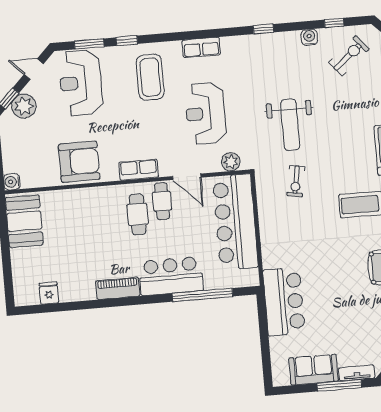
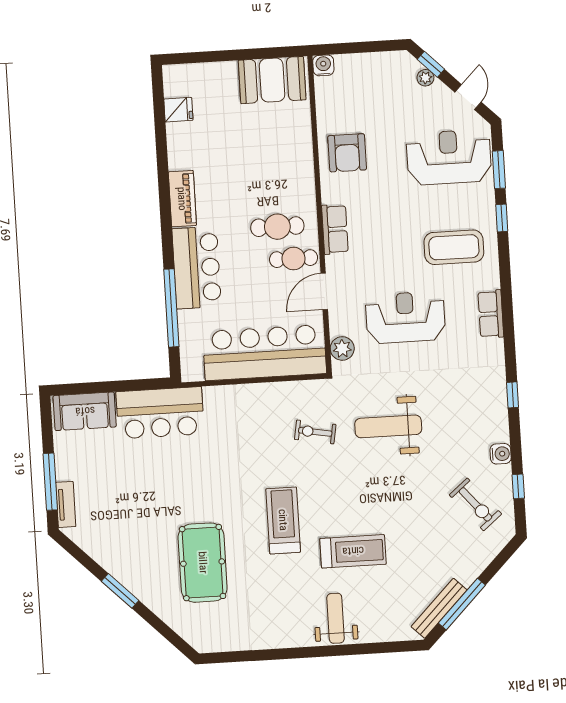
plant: (24, 106) -> (425, 78), width x0.53, depth x0.53
armchair: (79, 162) -> (347, 153), width x0.73, depth x0.73
sofa: (314, 370) -> (85, 411), moved, turned 90

